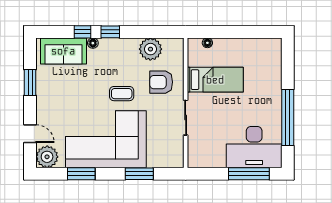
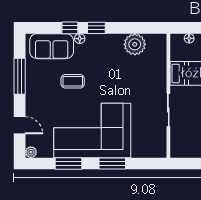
window: (30, 82) -> (20, 76), width x1.44
armchair: (161, 82) -> (145, 76), removed
coffee table: (122, 94) -> (73, 81), moved
plant: (47, 157) -> (31, 152), width x0.53, depth x0.53
window: (139, 174) -> (112, 163), moved

